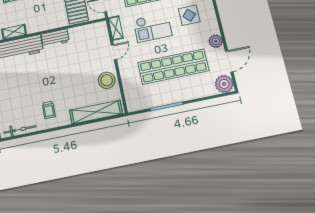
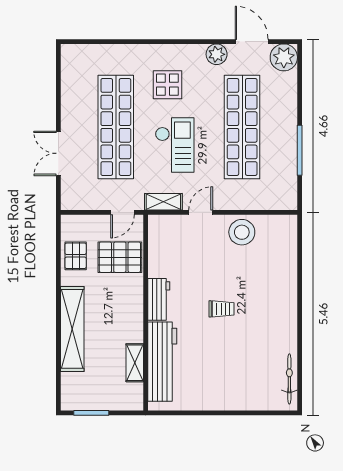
door: (114, 52) -> (201, 212), hinge flipped
trolley: (49, 110) -> (221, 309), moved
shelving: (96, 112) -> (287, 258), removed

